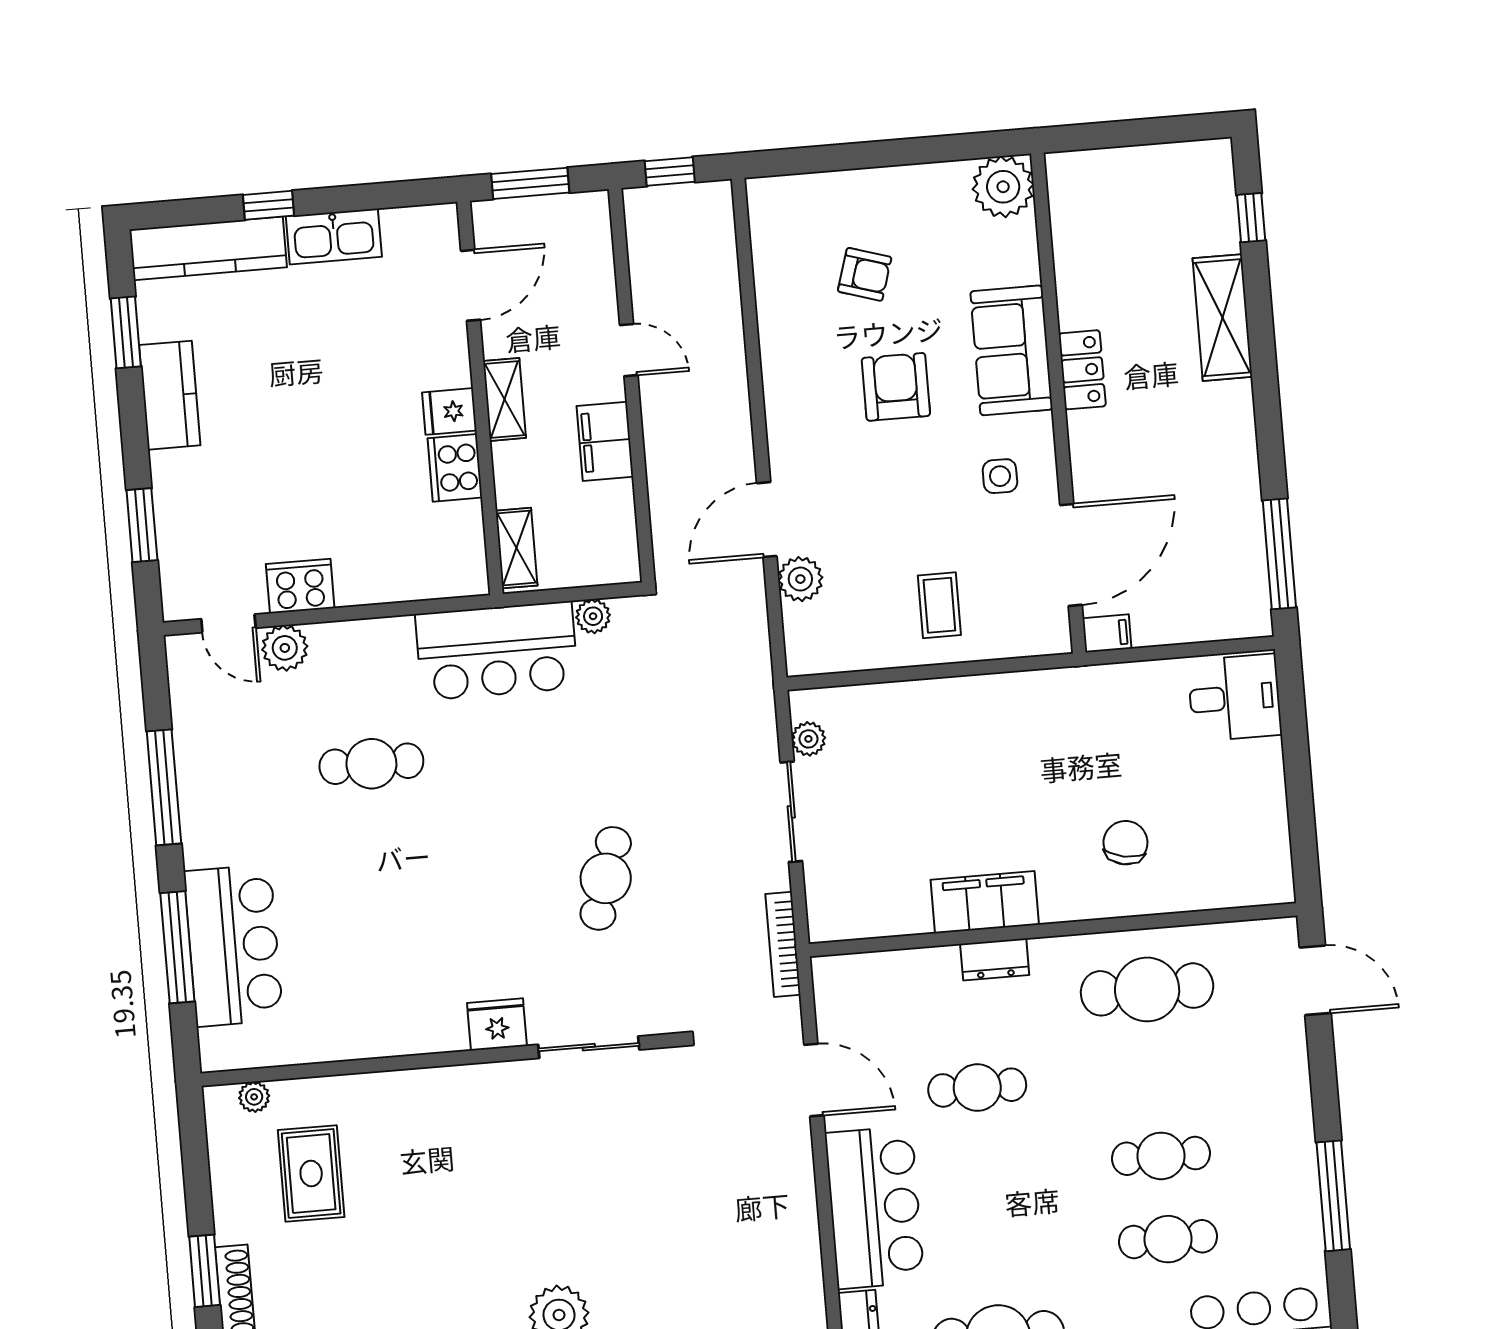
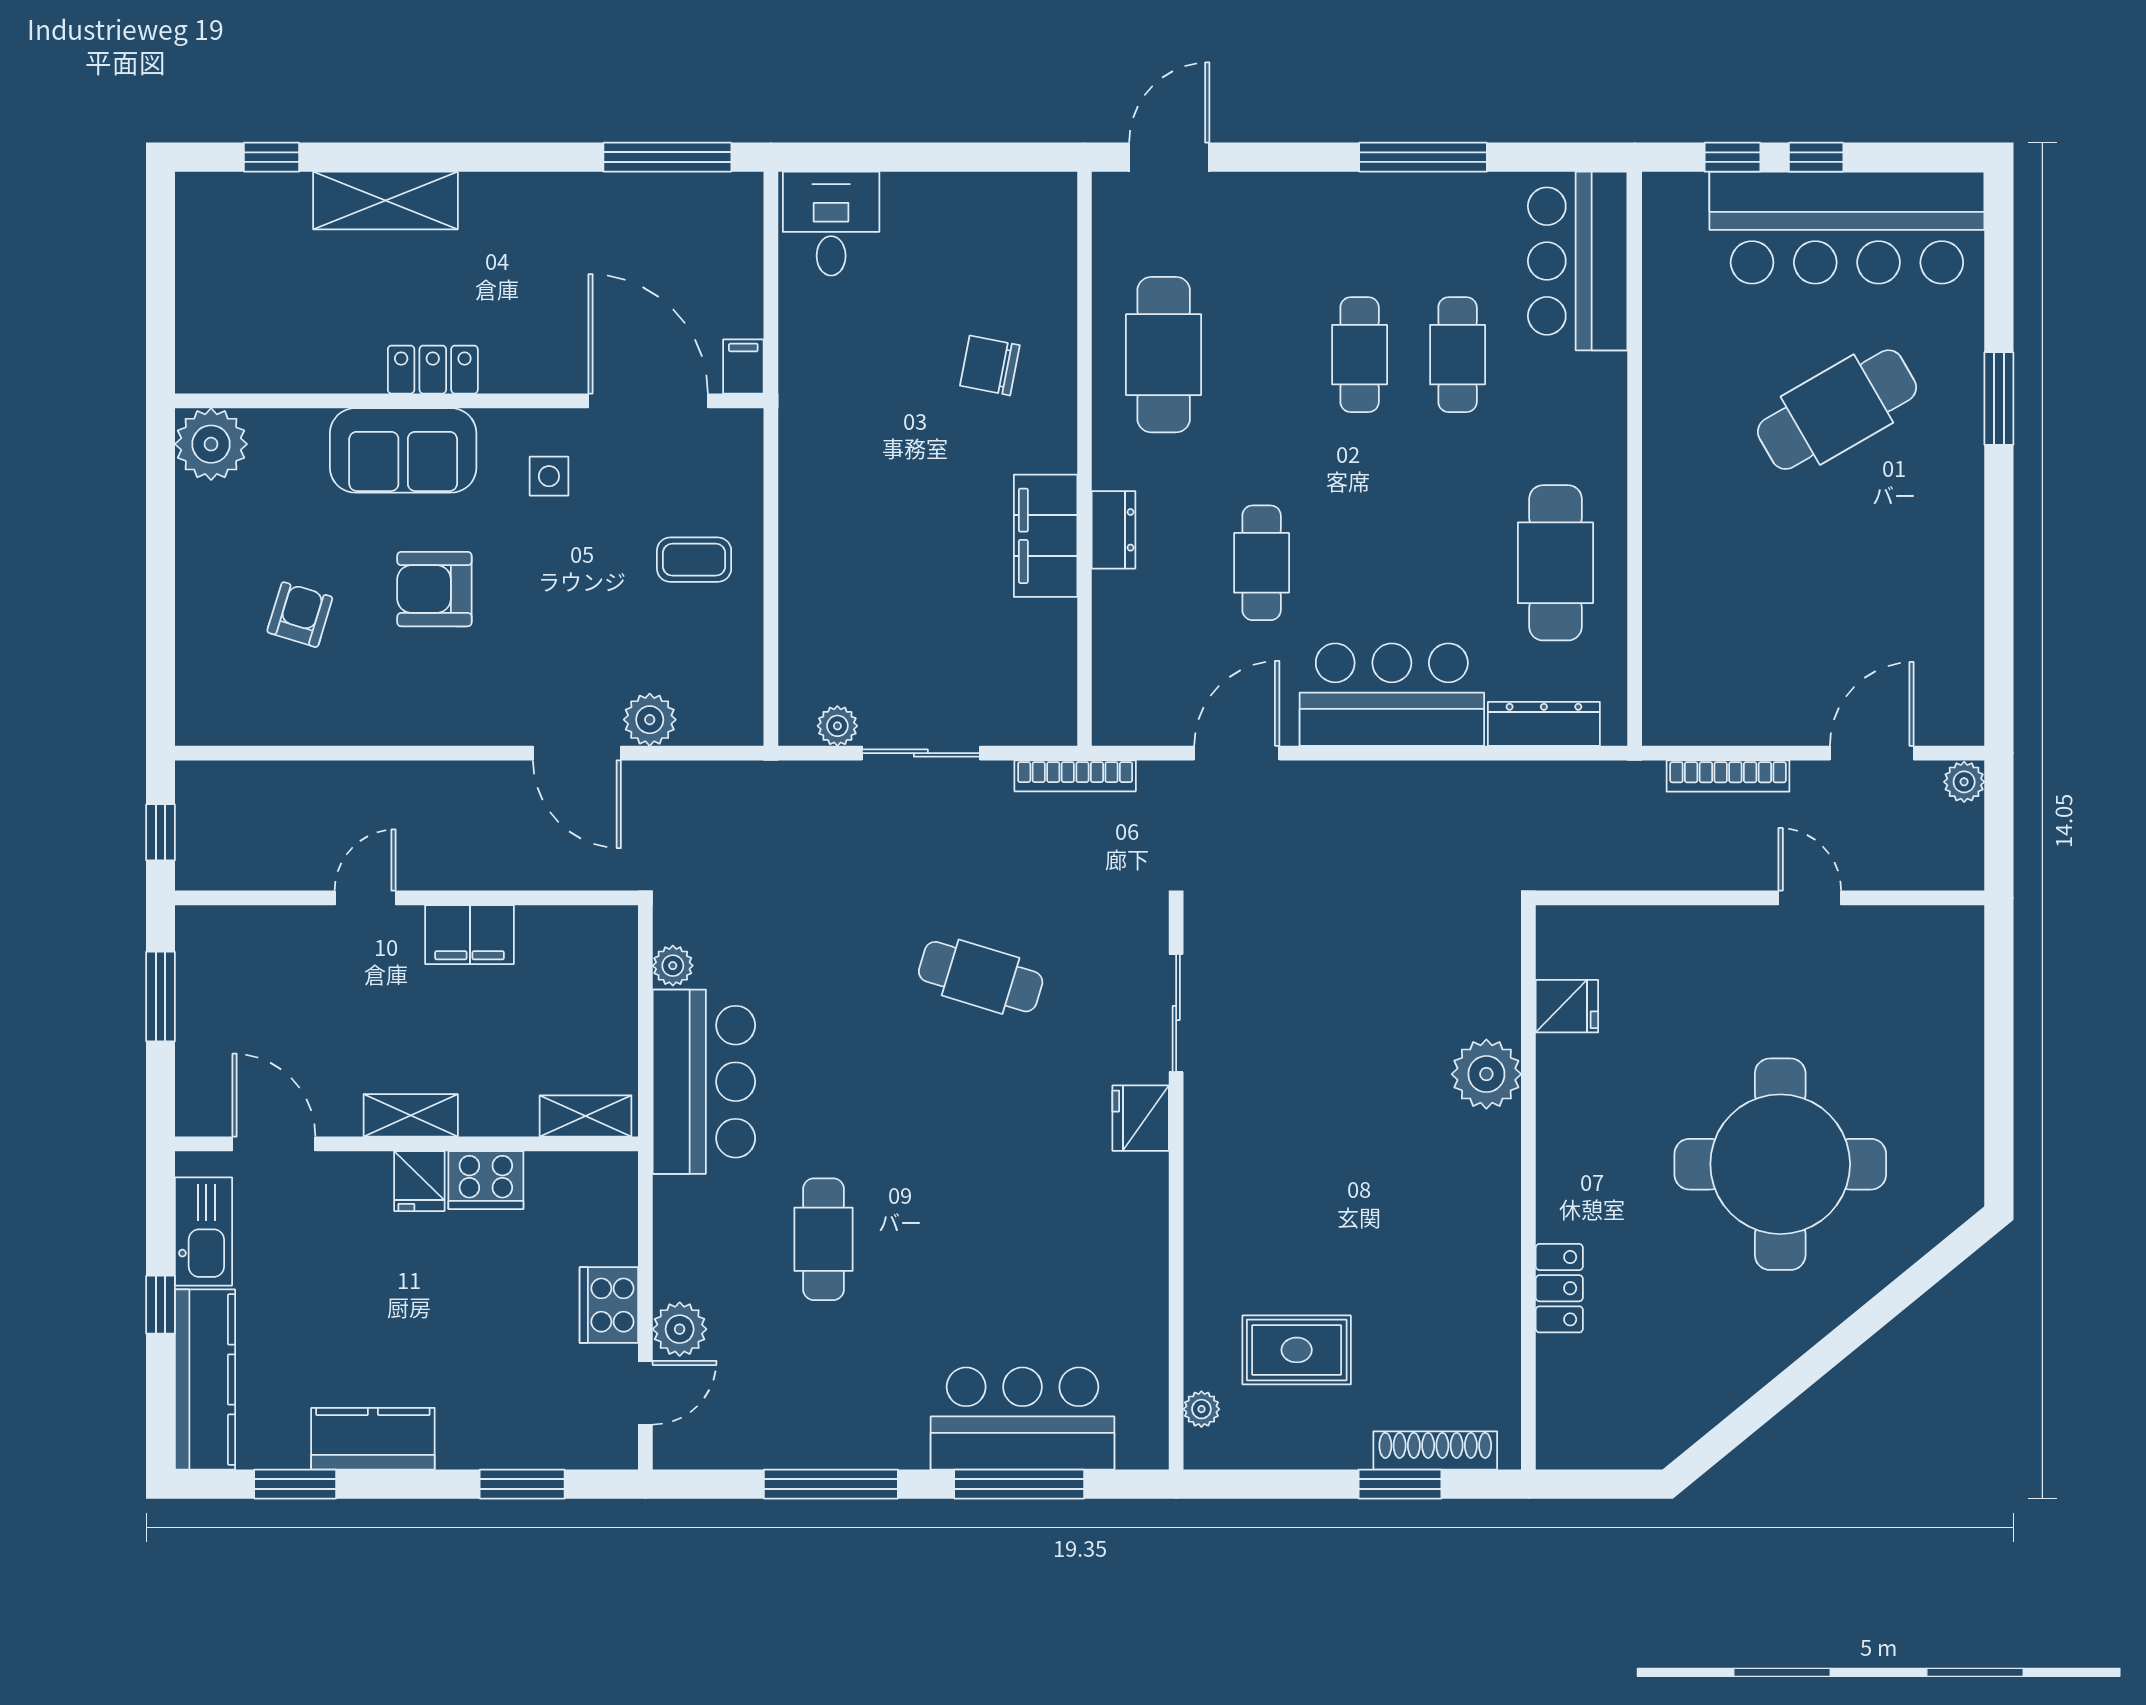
door: (471, 285) -> (274, 1144), moved
wall: (480, 398) -> (407, 1144), moved
shelving: (505, 399) -> (411, 1115), moved
fridge: (449, 411) -> (419, 1181), moved
cooker: (455, 468) -> (486, 1180), moved
shelving: (516, 548) -> (586, 1116), moved

